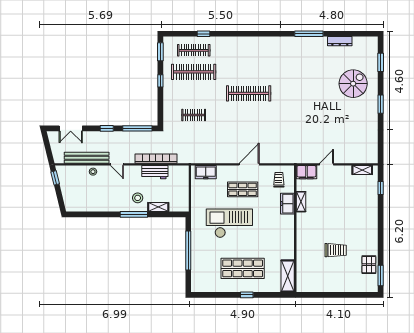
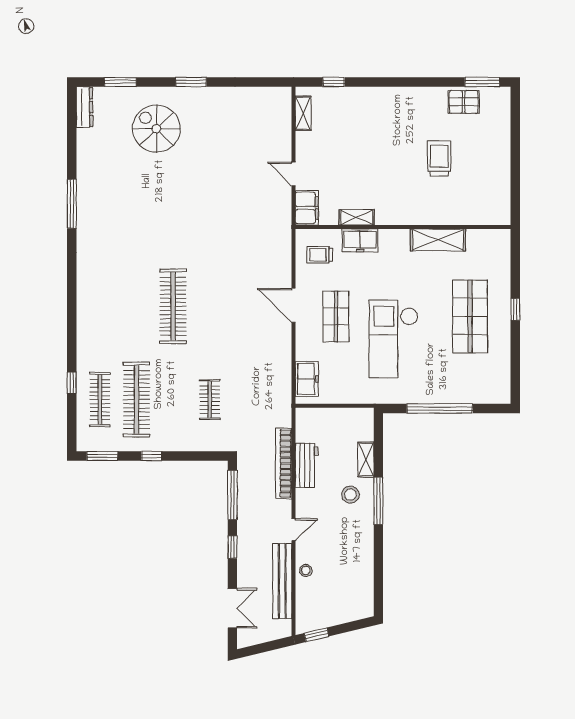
dresser: (340, 41) -> (84, 107), moved
shelving: (288, 276) -> (438, 240), moved

